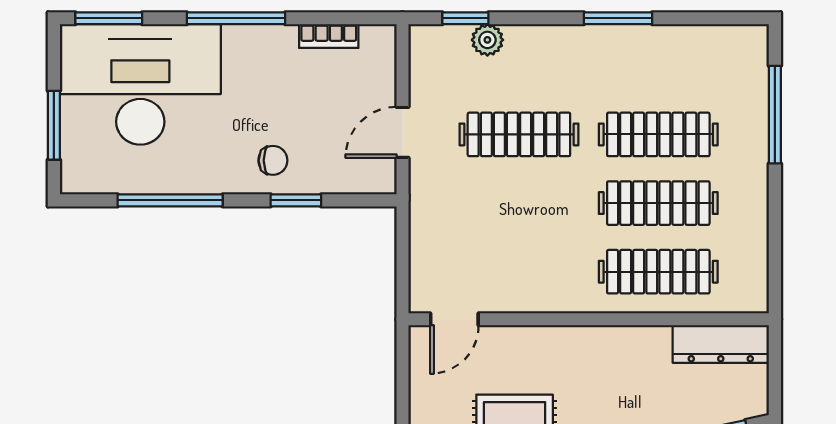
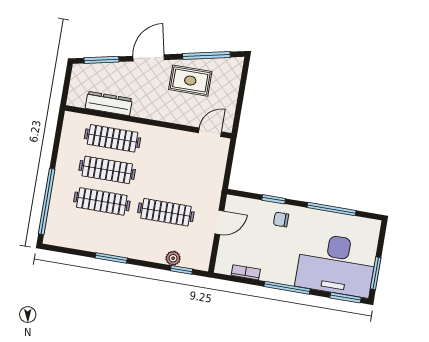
window: (775, 115) -> (47, 201), width x1.46
window: (54, 125) -> (376, 273), moved
dresser: (721, 344) -> (109, 103), moved

